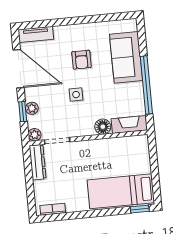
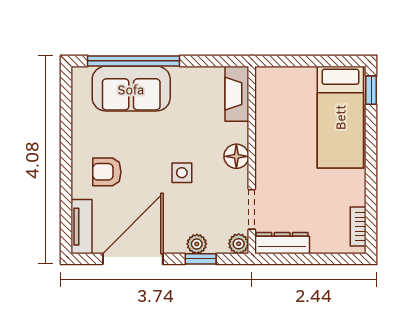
armchair: (81, 60) -> (107, 172), moved, turned 180
window: (146, 85) -> (134, 61), moved
floor lamp: (103, 127) -> (236, 156), moved

